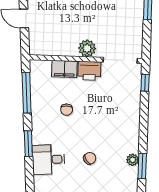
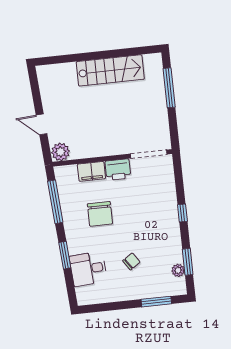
plant: (87, 48) -> (61, 152), moved
window: (145, 83) -> (182, 213), moved
chair: (67, 110) -> (100, 214), width x1.87, depth x1.87
plant: (133, 160) -> (178, 270), moved

